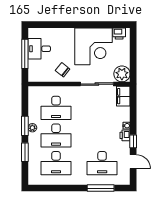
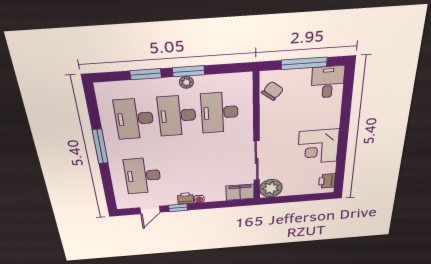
corner desk: (94, 46) -> (318, 147), width x0.74, depth x0.74
desk: (39, 49) -> (328, 82), moved
chair: (63, 70) -> (273, 91), moved
window: (101, 188) -> (100, 146), moved

